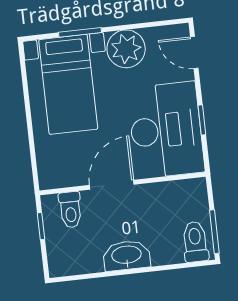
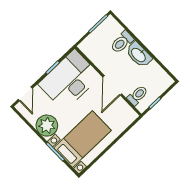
door: (112, 185) -> (112, 85), hinge flipped
toilet: (195, 242) -> (122, 42), moved

